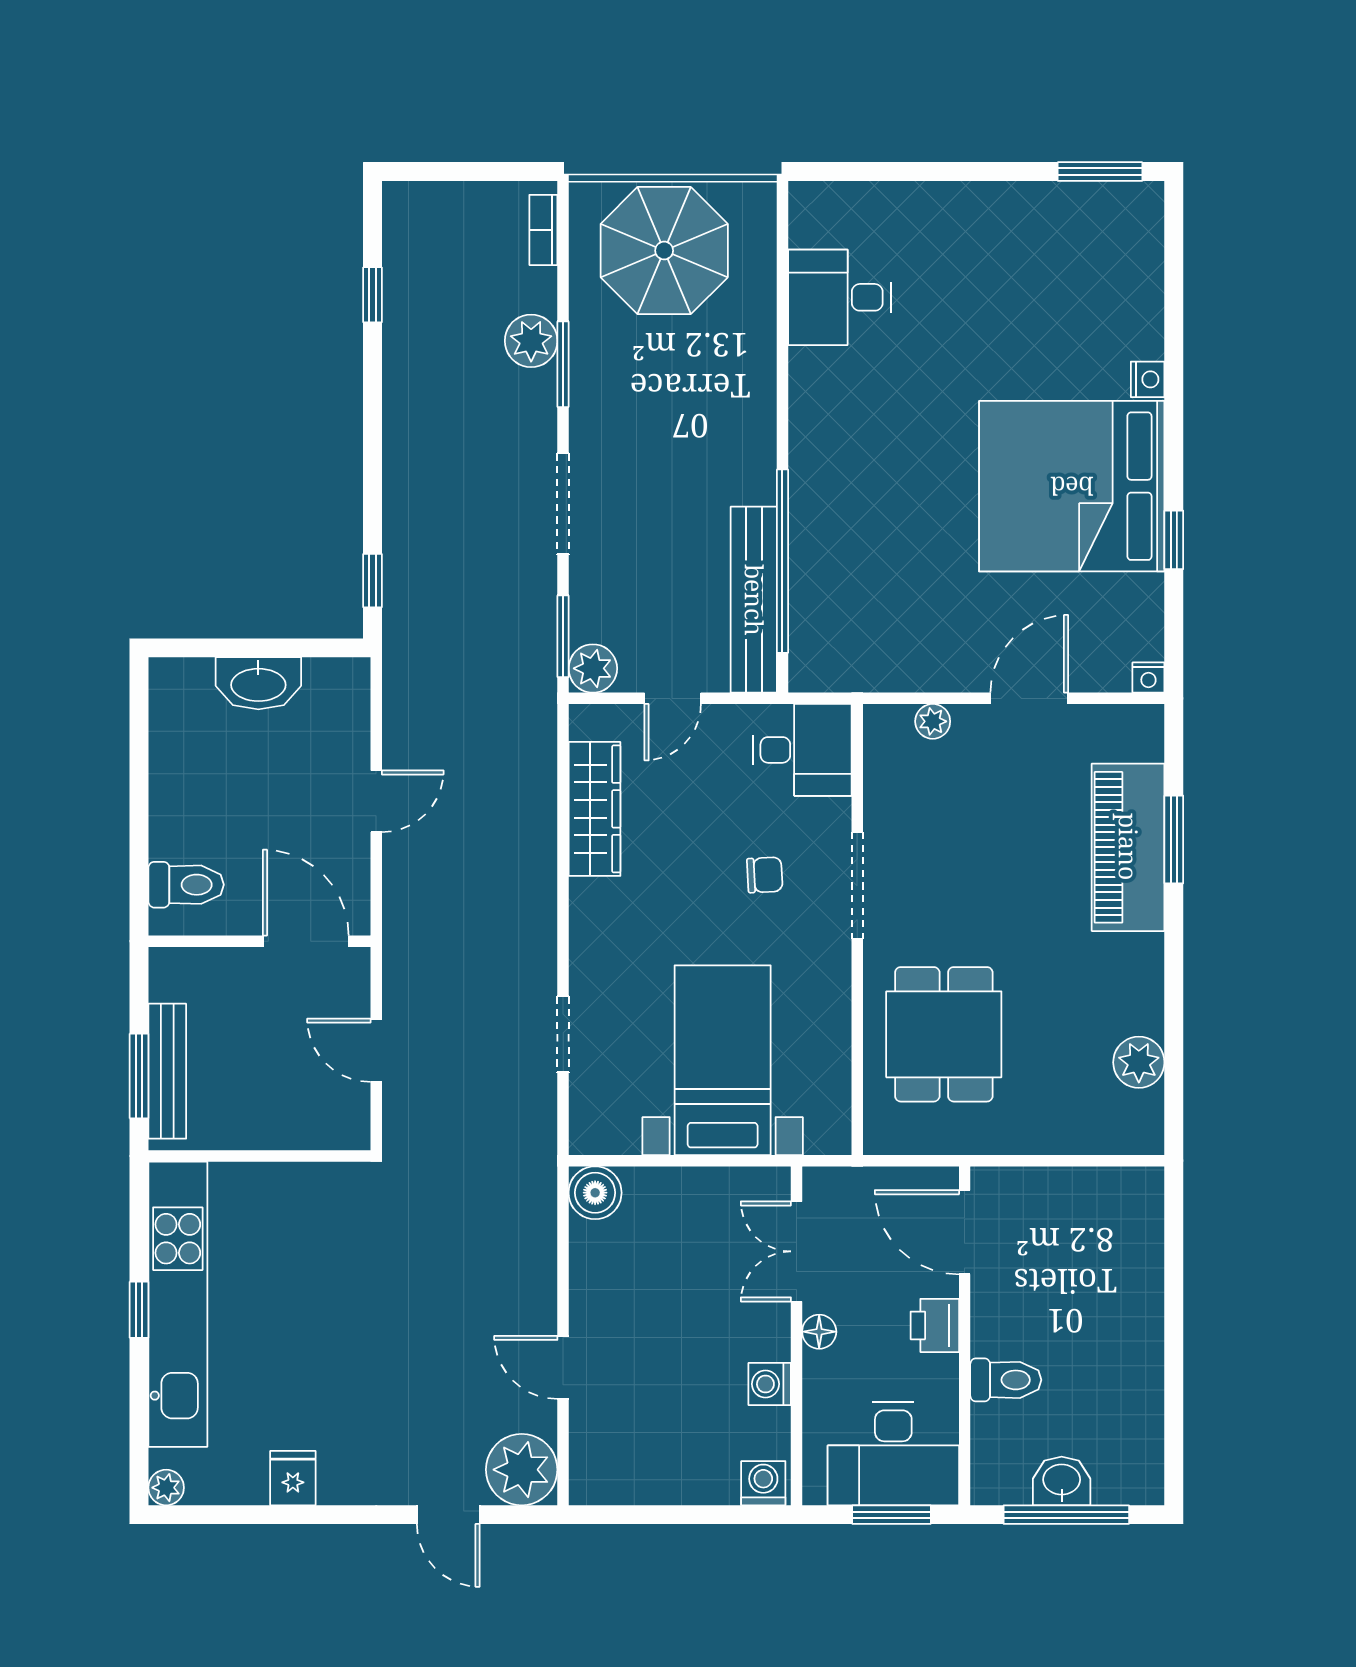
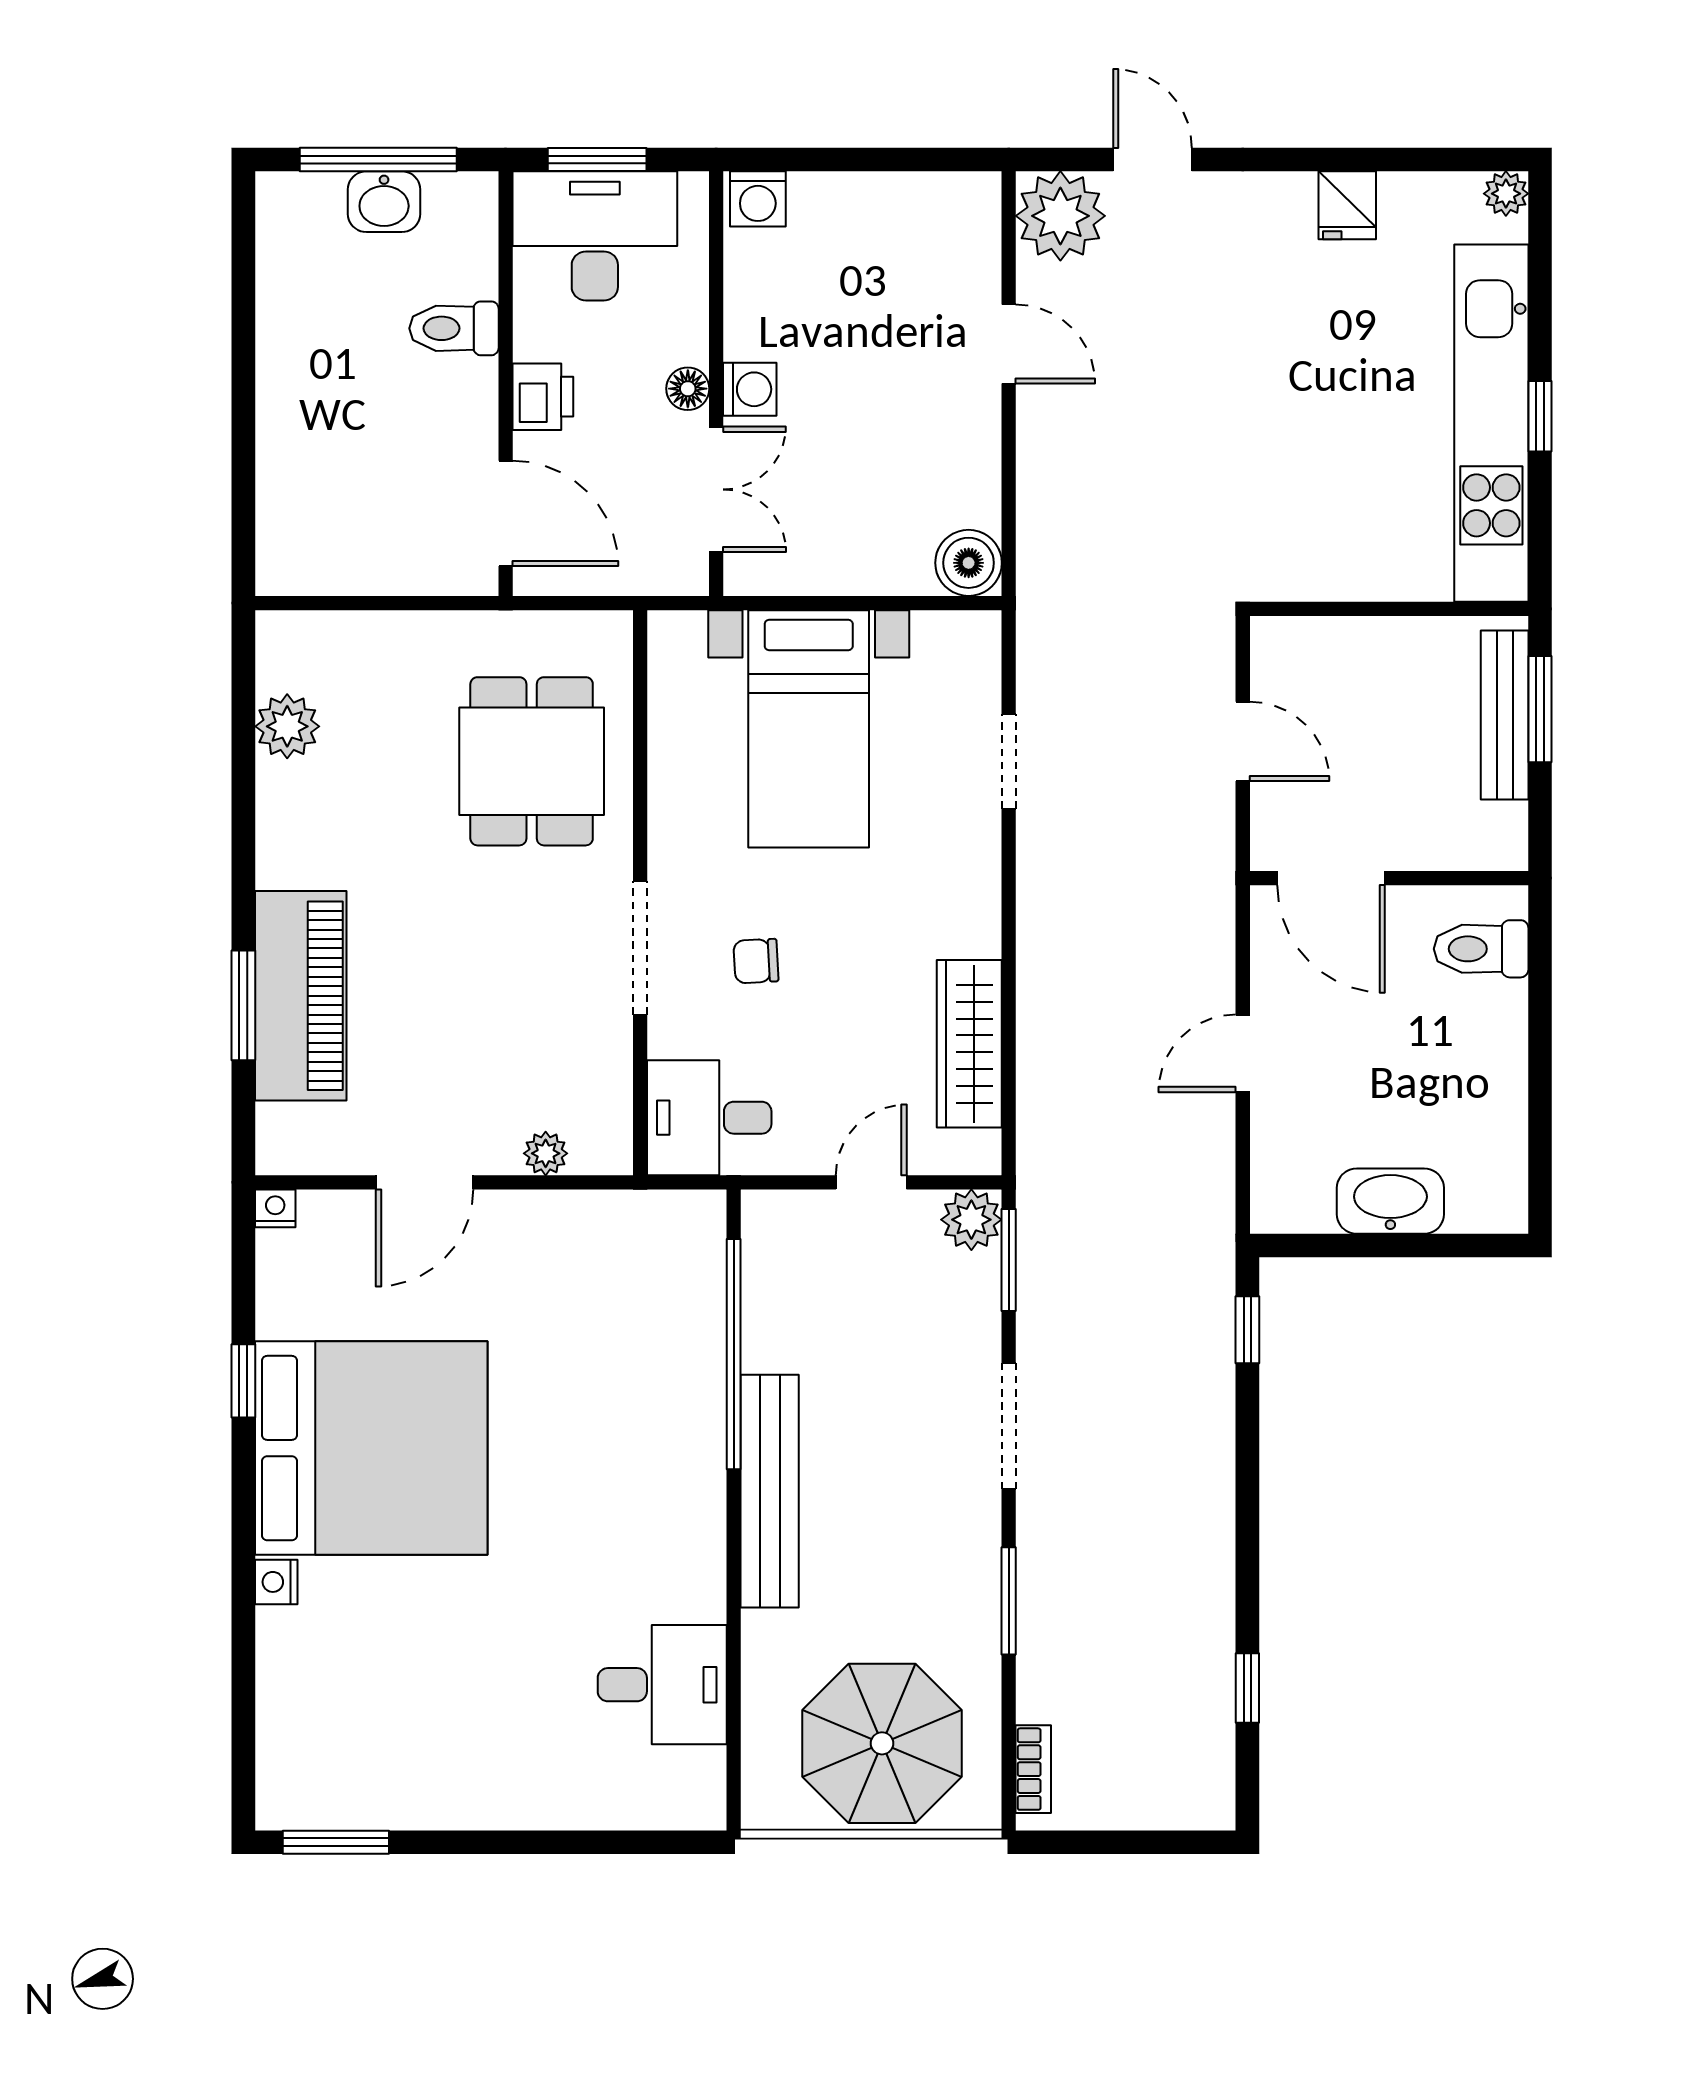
plant: (531, 341) -> (1049, 1630), removed
bench: (754, 600) -> (770, 1491), moved
washing machine: (770, 1384) -> (750, 389), moved

